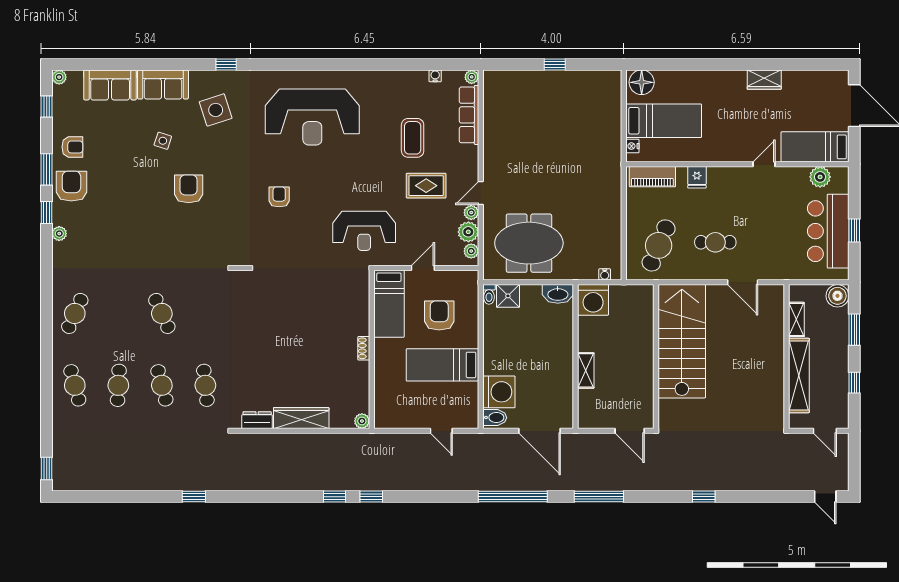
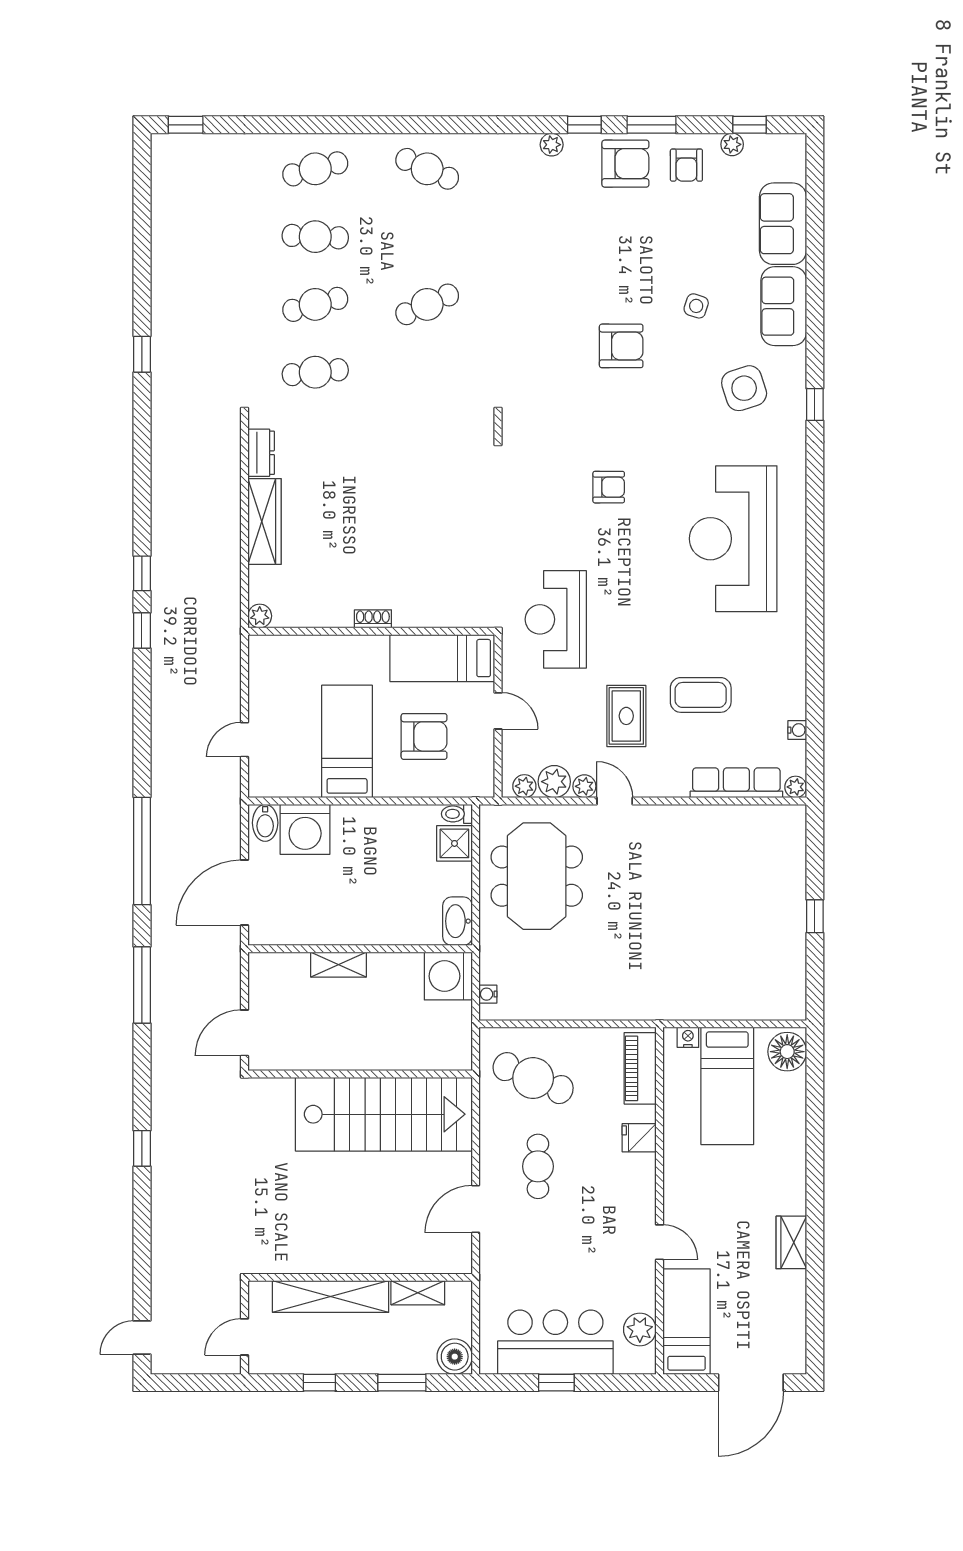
plant: (59, 77) -> (732, 144), moved

